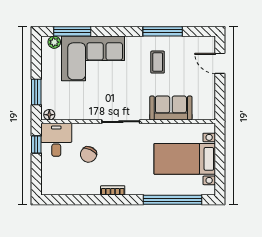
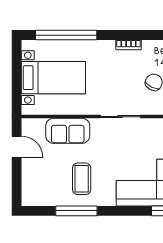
coffee table: (158, 62) -> (82, 179), width x1.36, depth x1.30
door: (220, 63) -> (17, 147), moved

